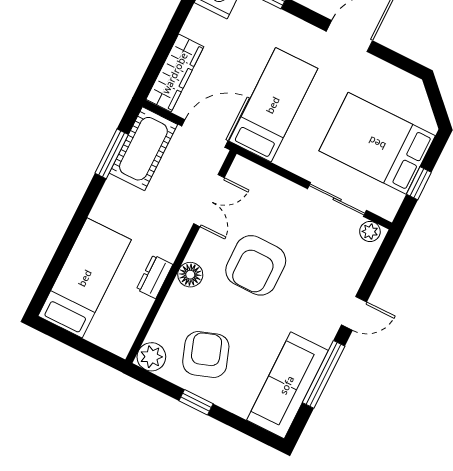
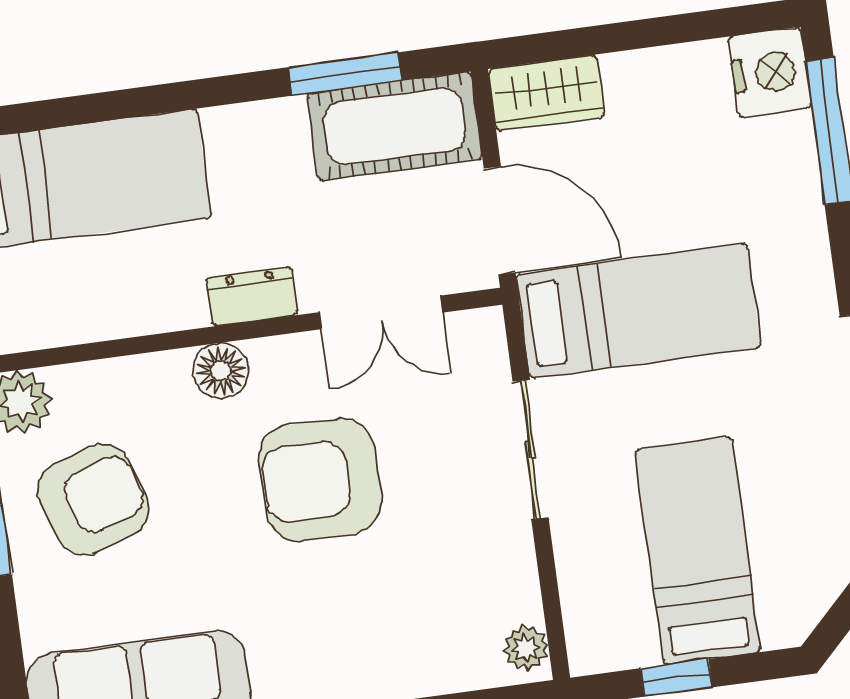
wardrobe: (175, 73) -> (547, 93), width x0.67
bed: (377, 143) -> (698, 551), width x0.67
sliding door: (337, 199) -> (531, 449), moved
dresser: (155, 277) -> (252, 297), moved

